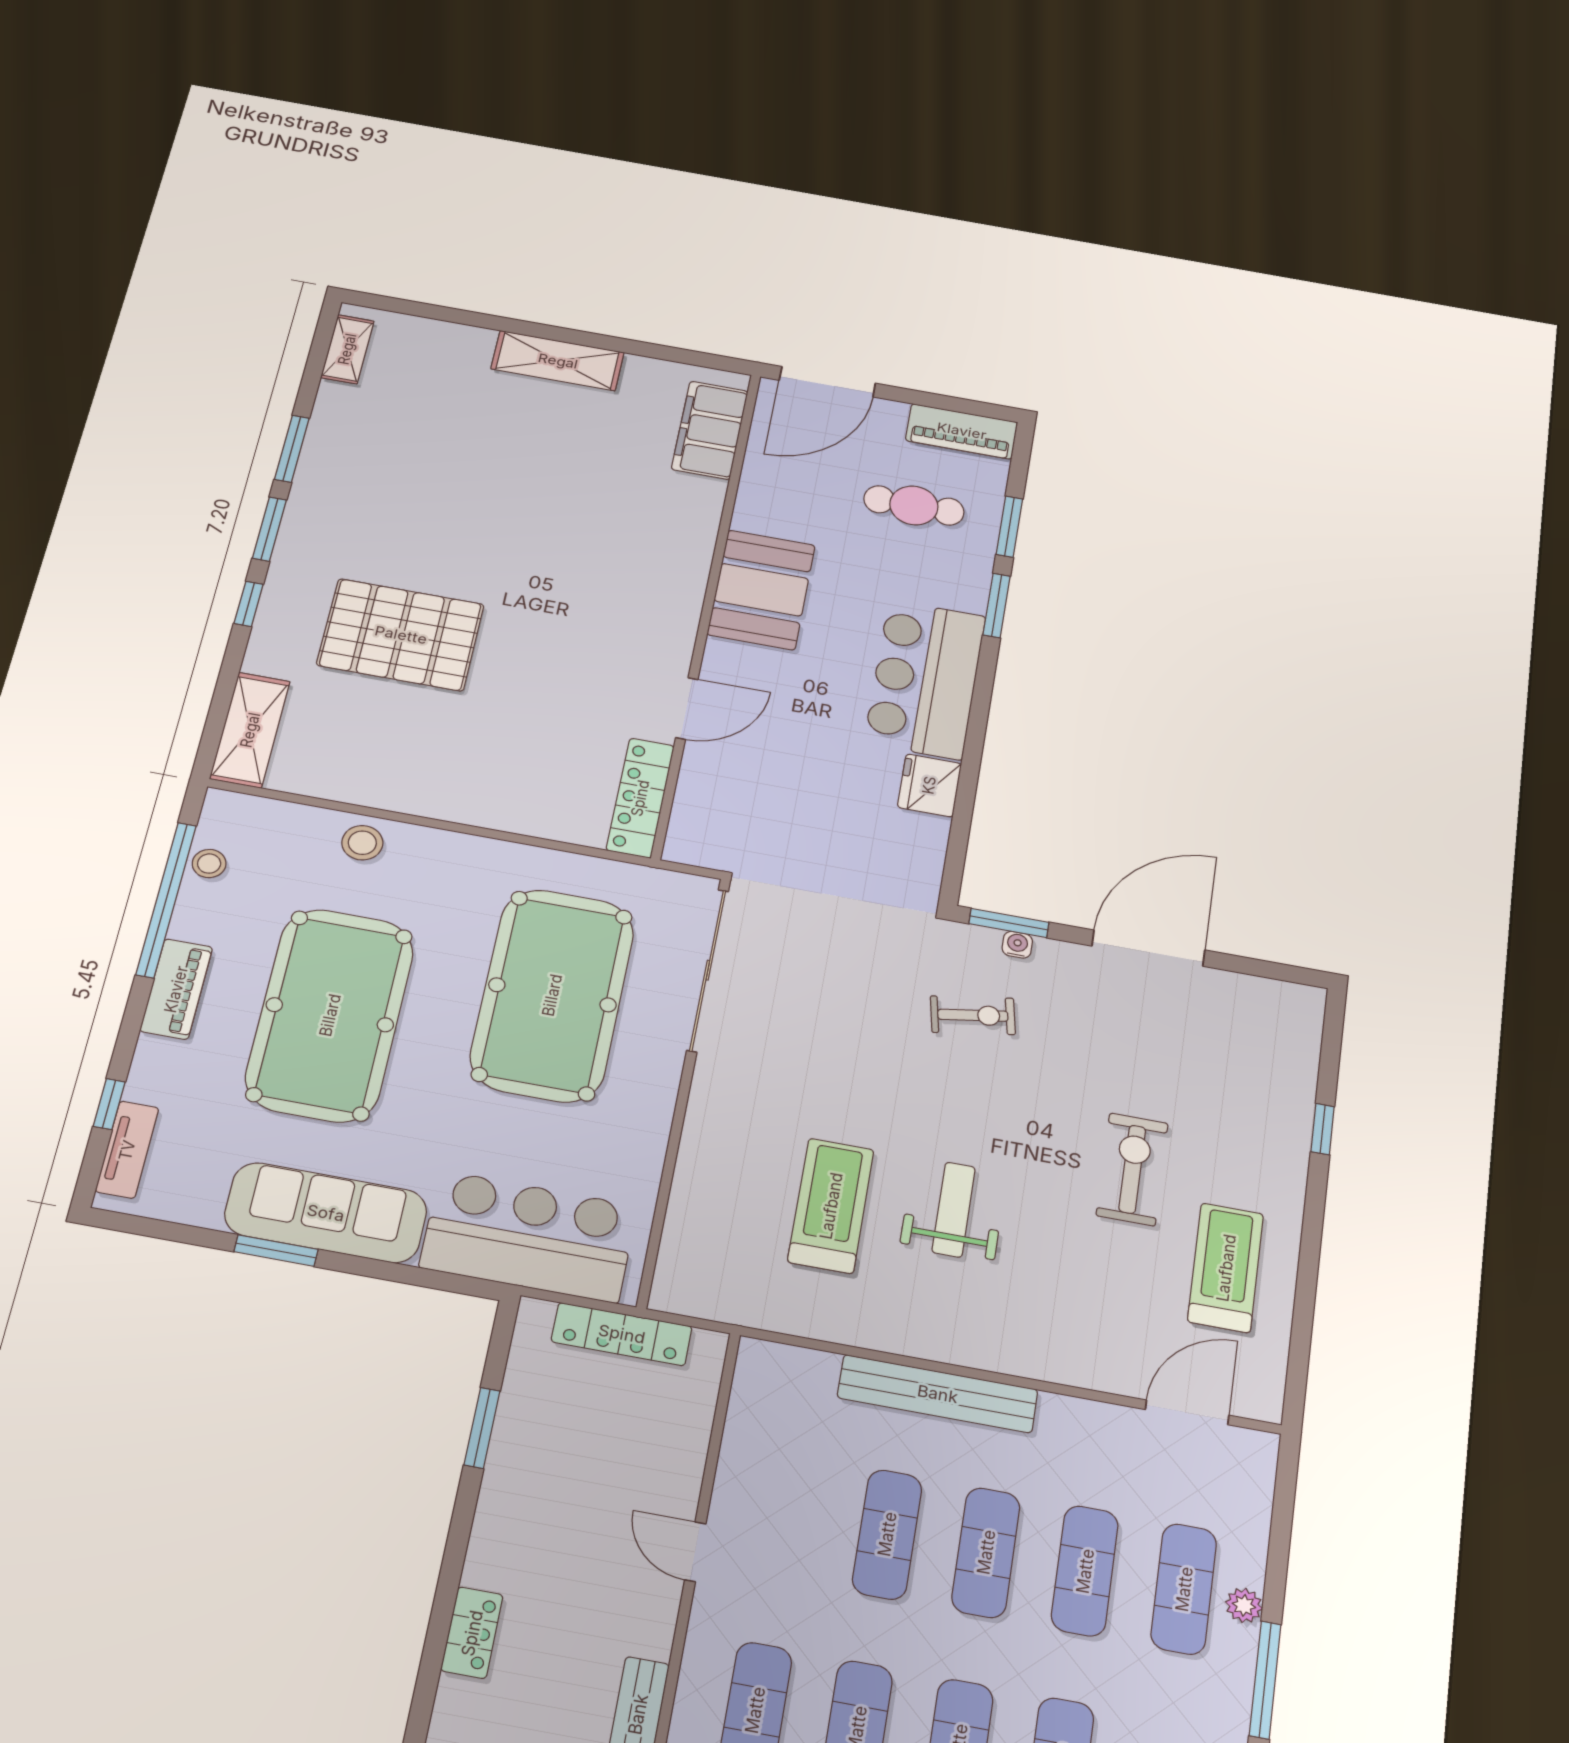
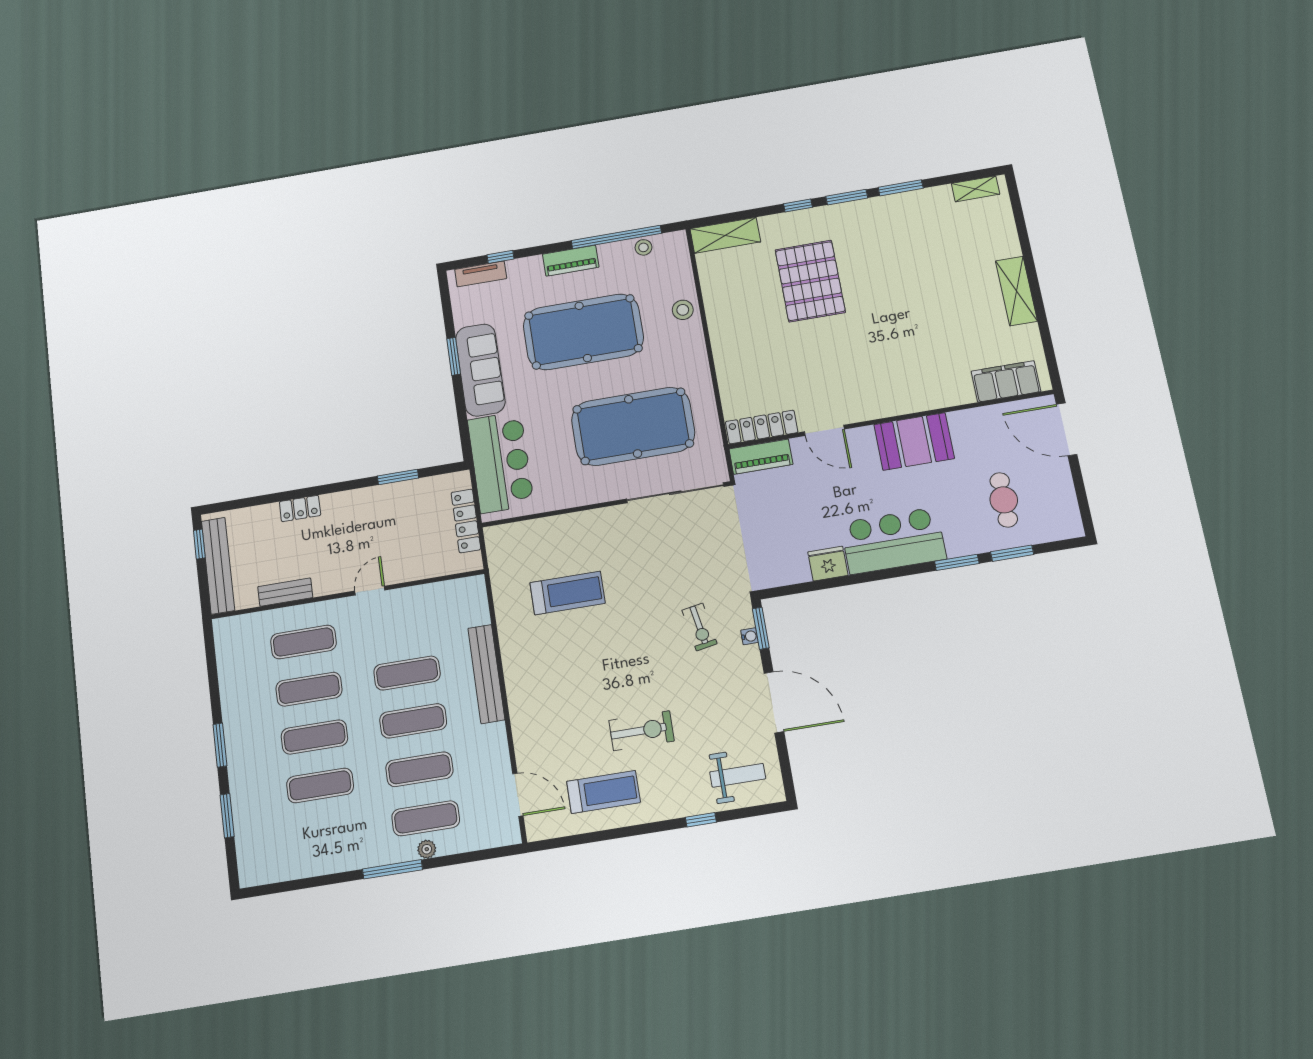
piano: (962, 431) -> (761, 457), moved, turned -90
weight bench: (954, 1210) -> (738, 775), moved

